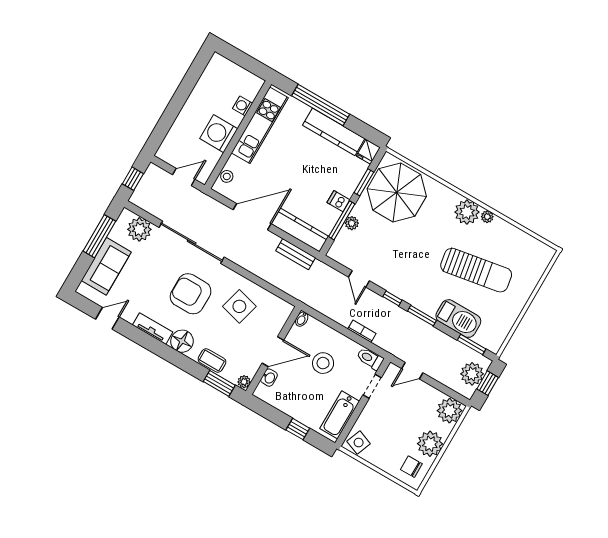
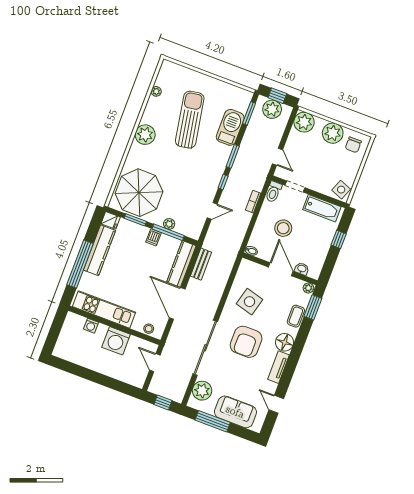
plant: (487, 217) -> (156, 91), moved

